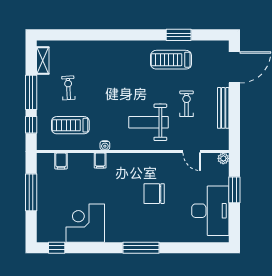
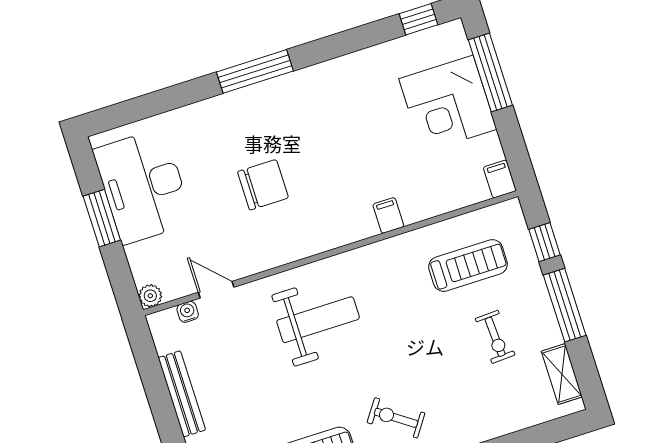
exercise bike: (187, 104) -> (396, 418), moved, turned 125
water cooler: (105, 145) -> (188, 312), moved
filing cabinet: (61, 161) -> (500, 179), moved
window: (234, 190) -> (102, 218), moved
window: (31, 192) -> (490, 73), moved
corner desk: (85, 223) -> (448, 104), moved, turned 90

